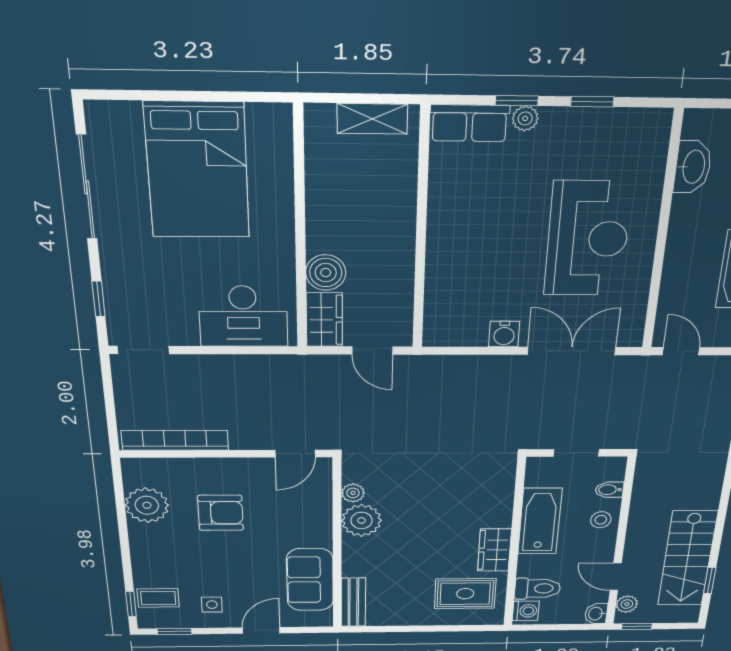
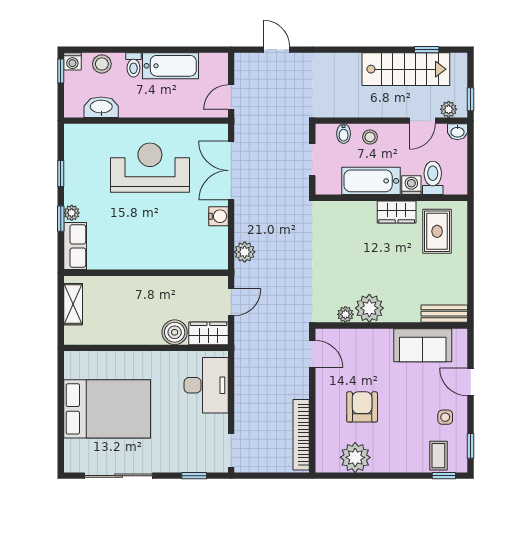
plant: (448, 368) -> (245, 252), added
washing machine: (526, 611) -> (411, 185), moved

